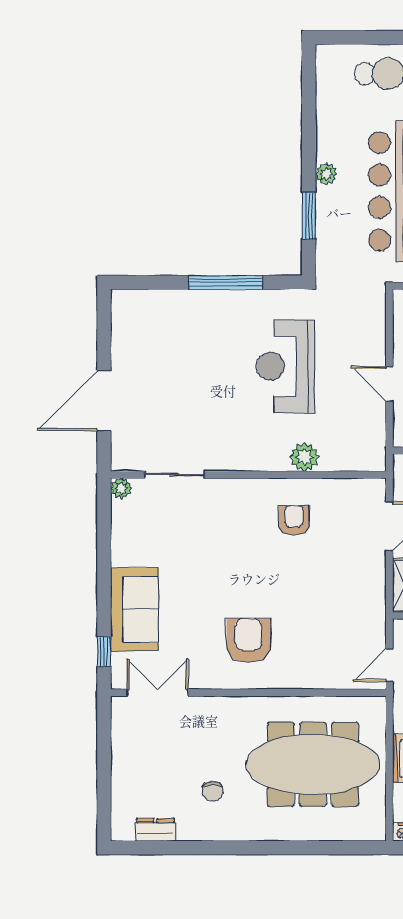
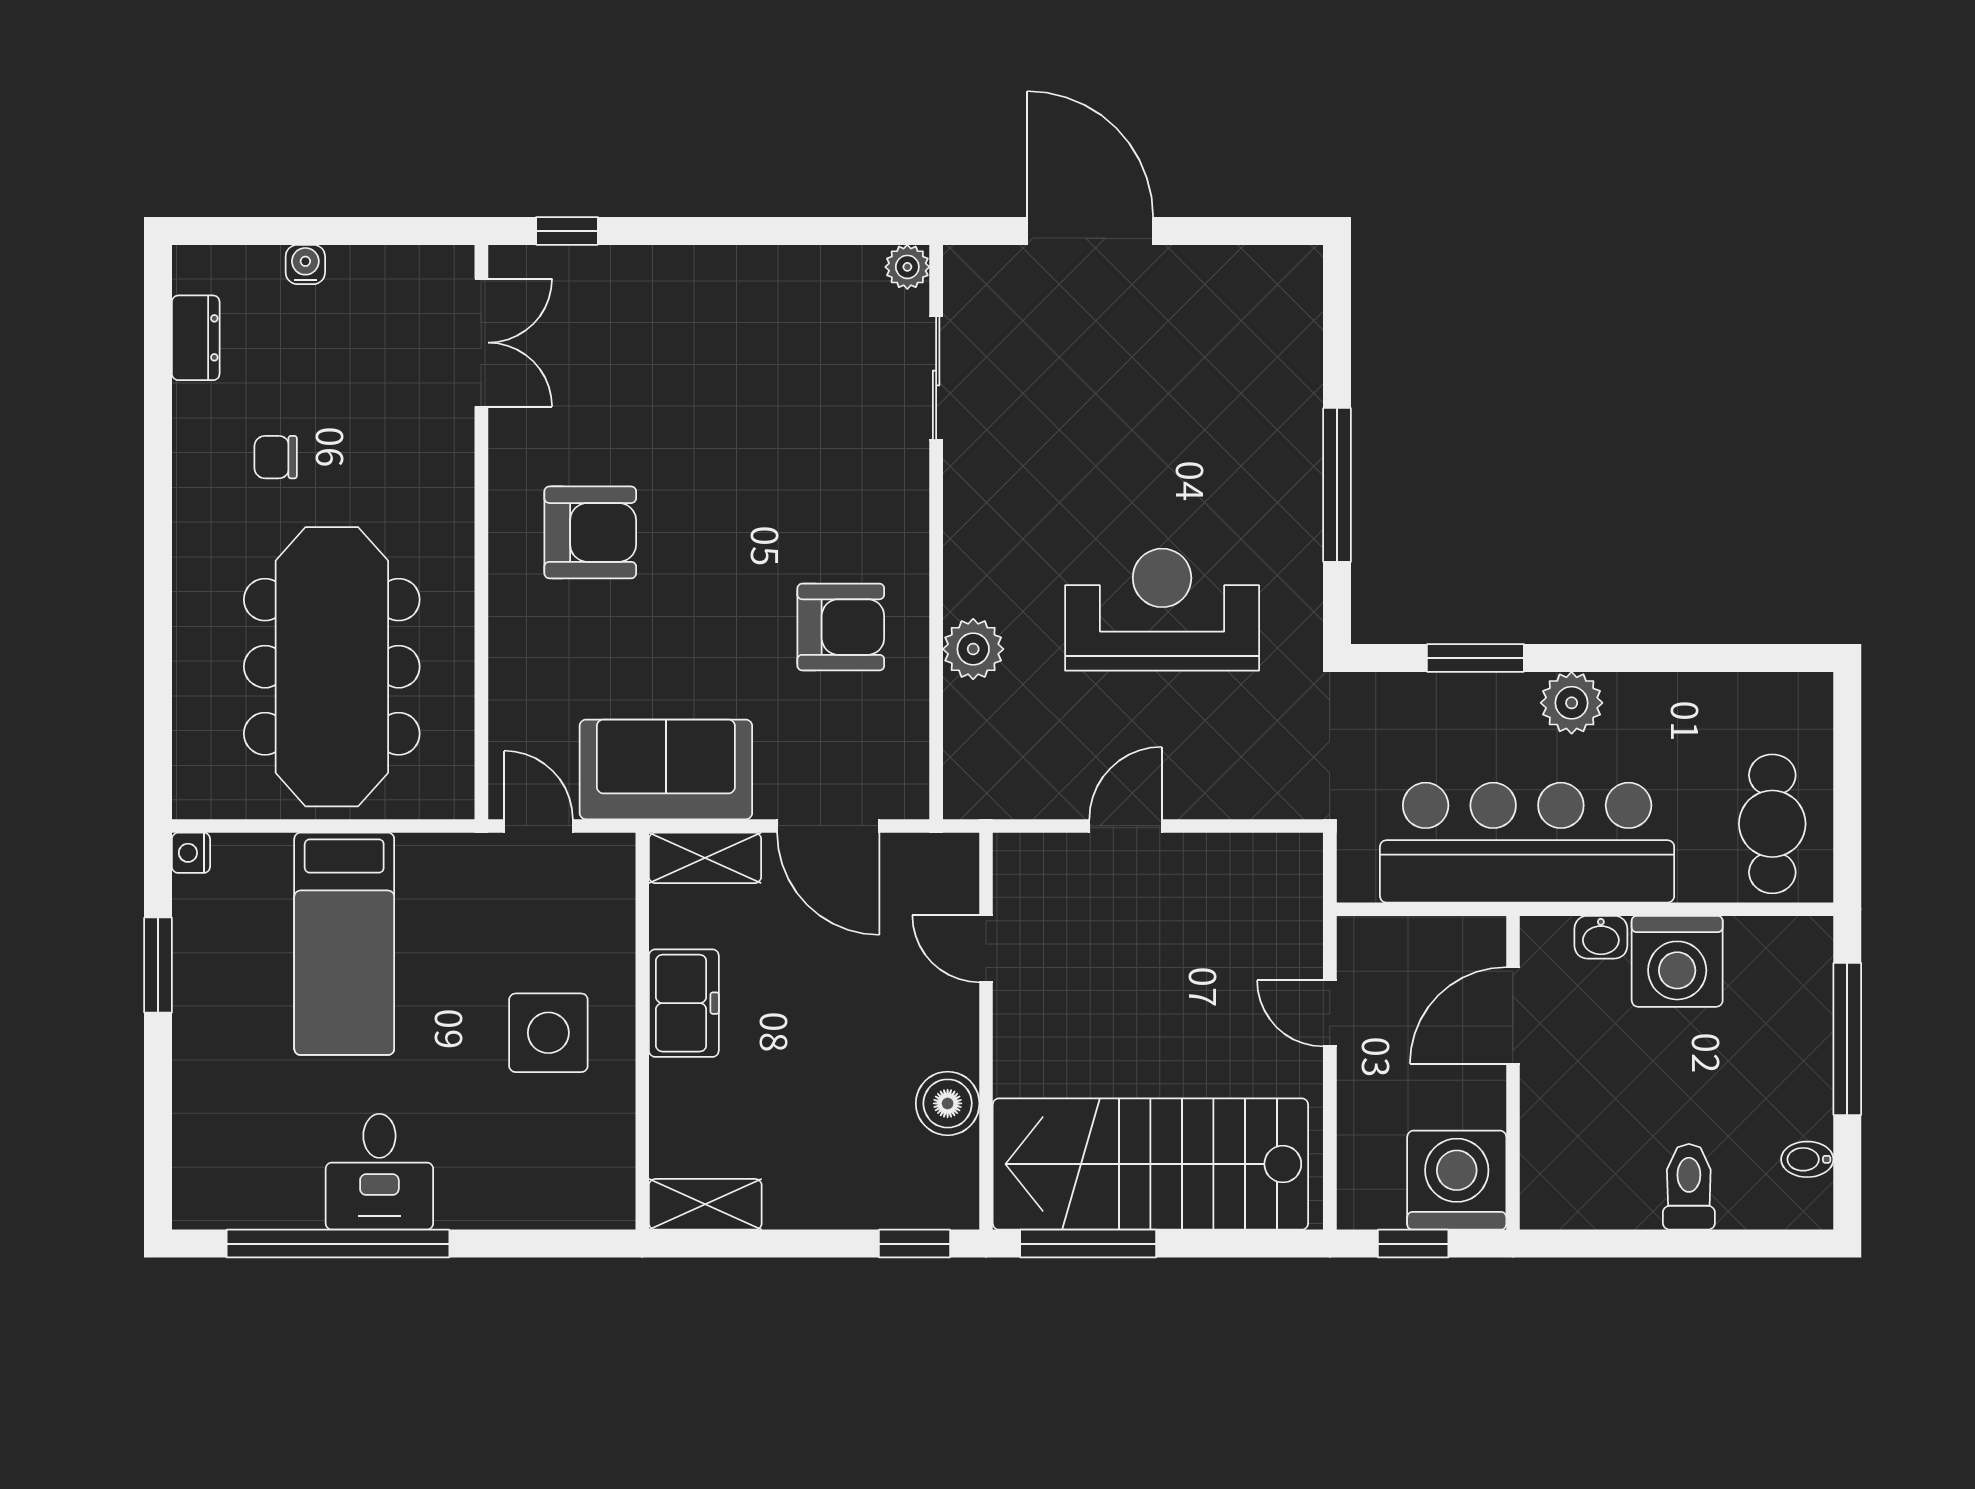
plant: (326, 174) -> (1572, 703), width x1.38, depth x1.38
armchair: (294, 520) -> (841, 627), width x1.38, depth x1.38
sofa: (135, 609) -> (666, 769), moved, turned 180
water cooler: (120, 777) -> (305, 264), added

